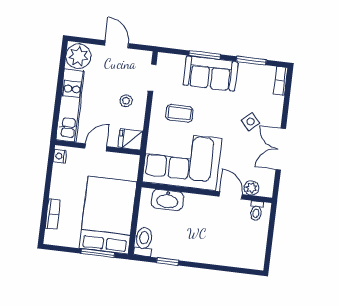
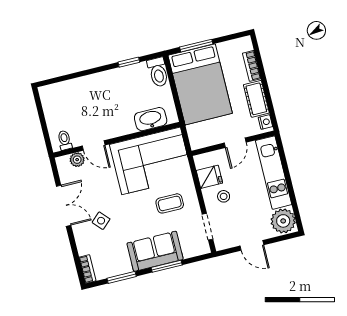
fridge: (131, 139) -> (209, 177), moved
cot: (60, 181) -> (256, 99), added

